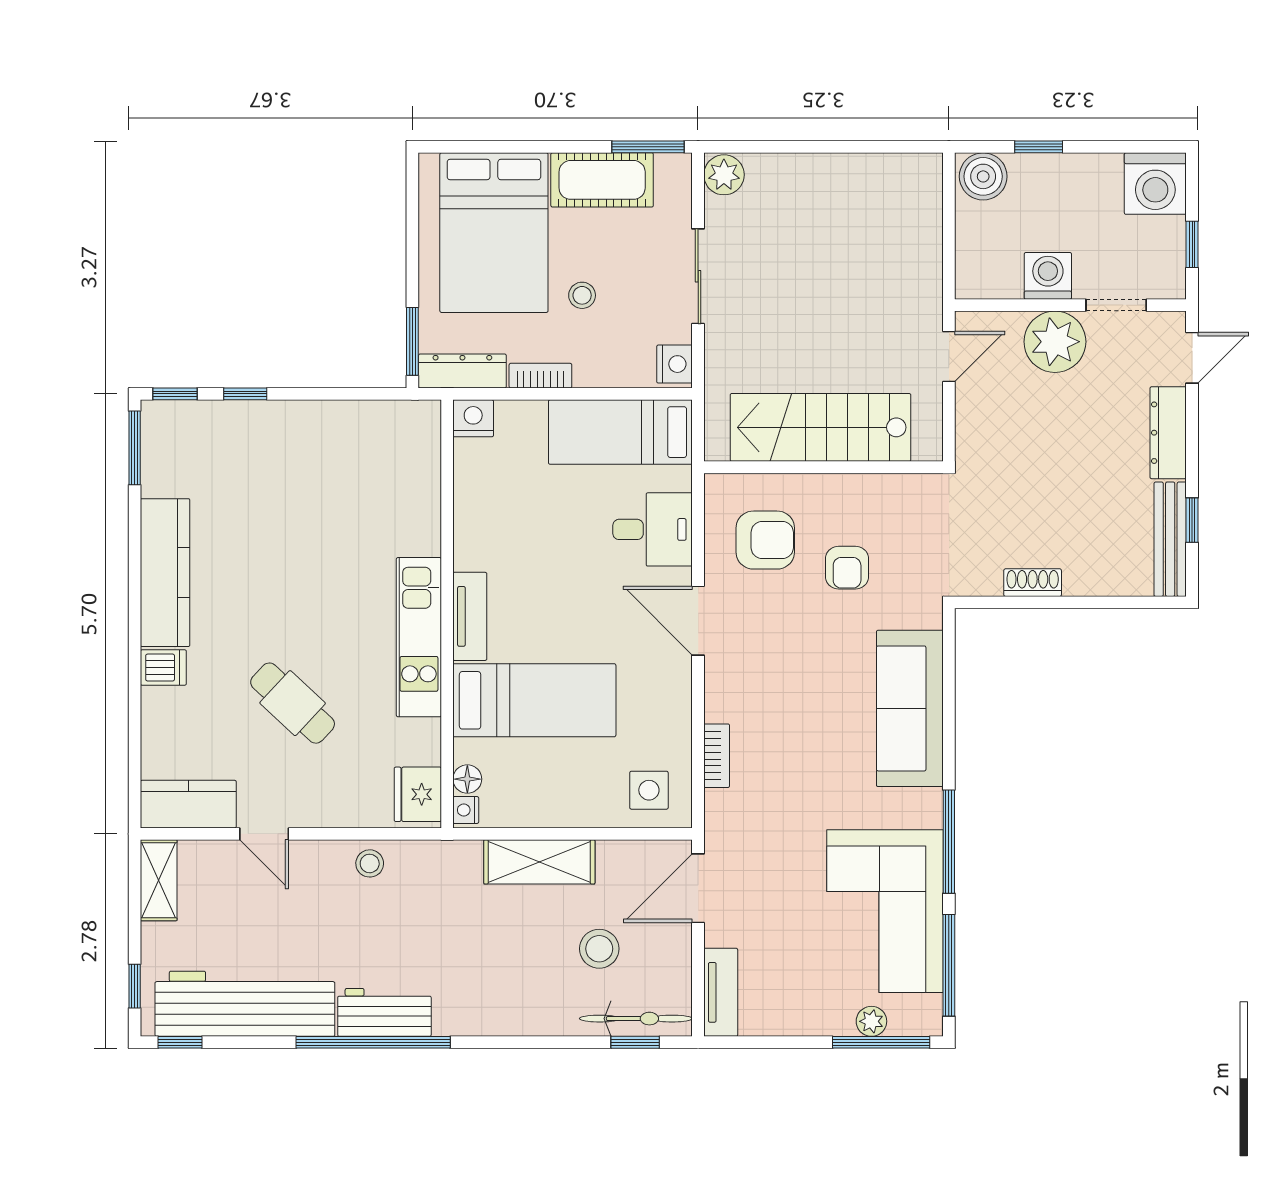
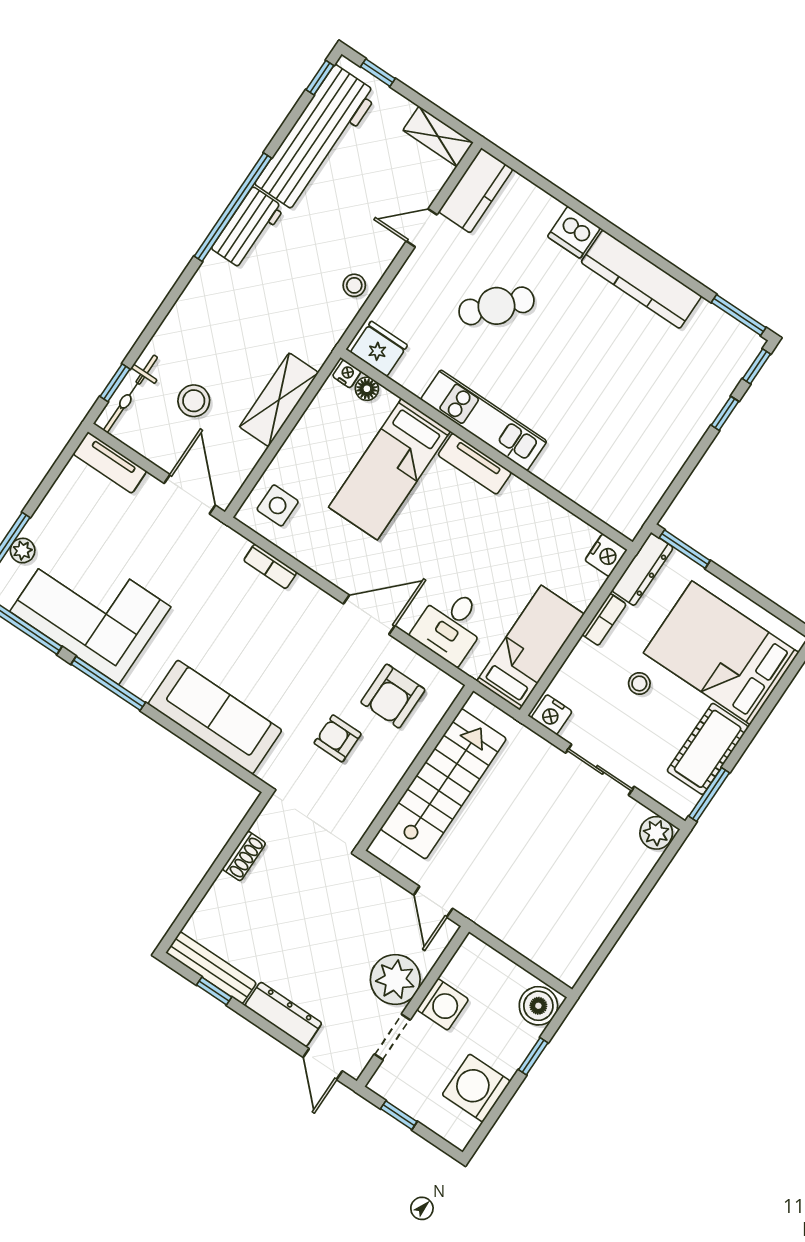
washing machine: (1155, 184) -> (476, 1088), moved
dishwasher: (163, 668) -> (574, 232), width x1.38

